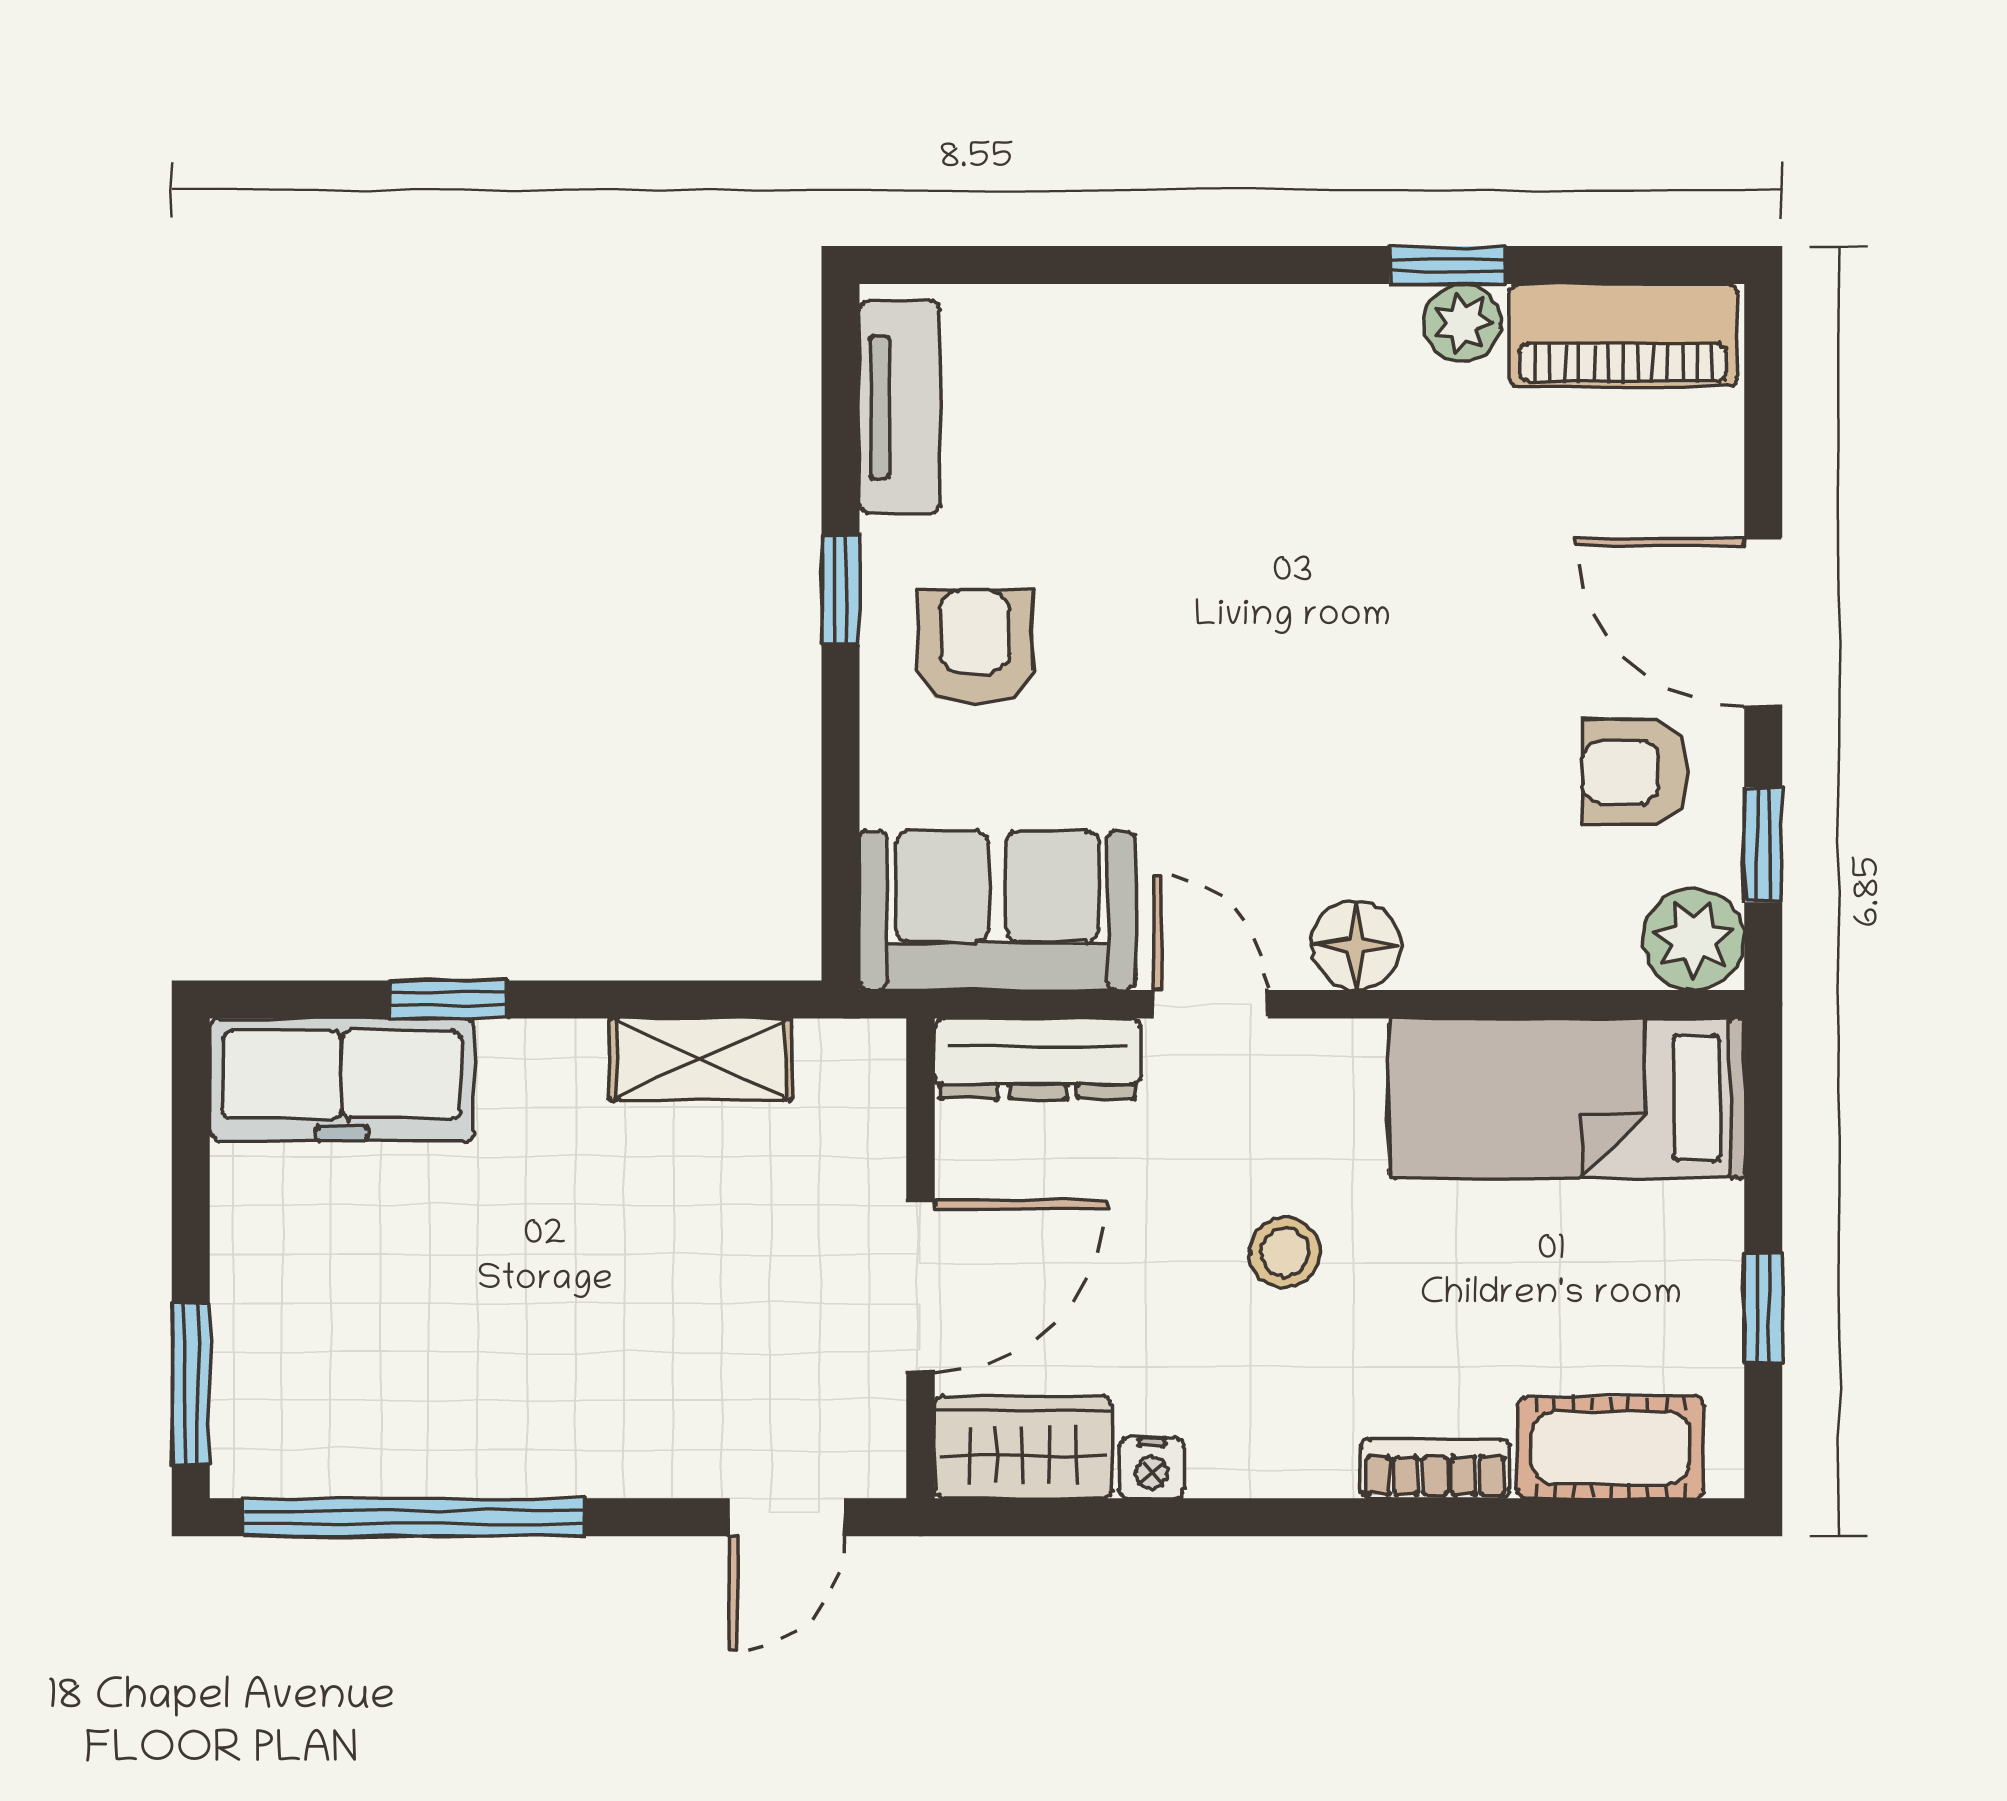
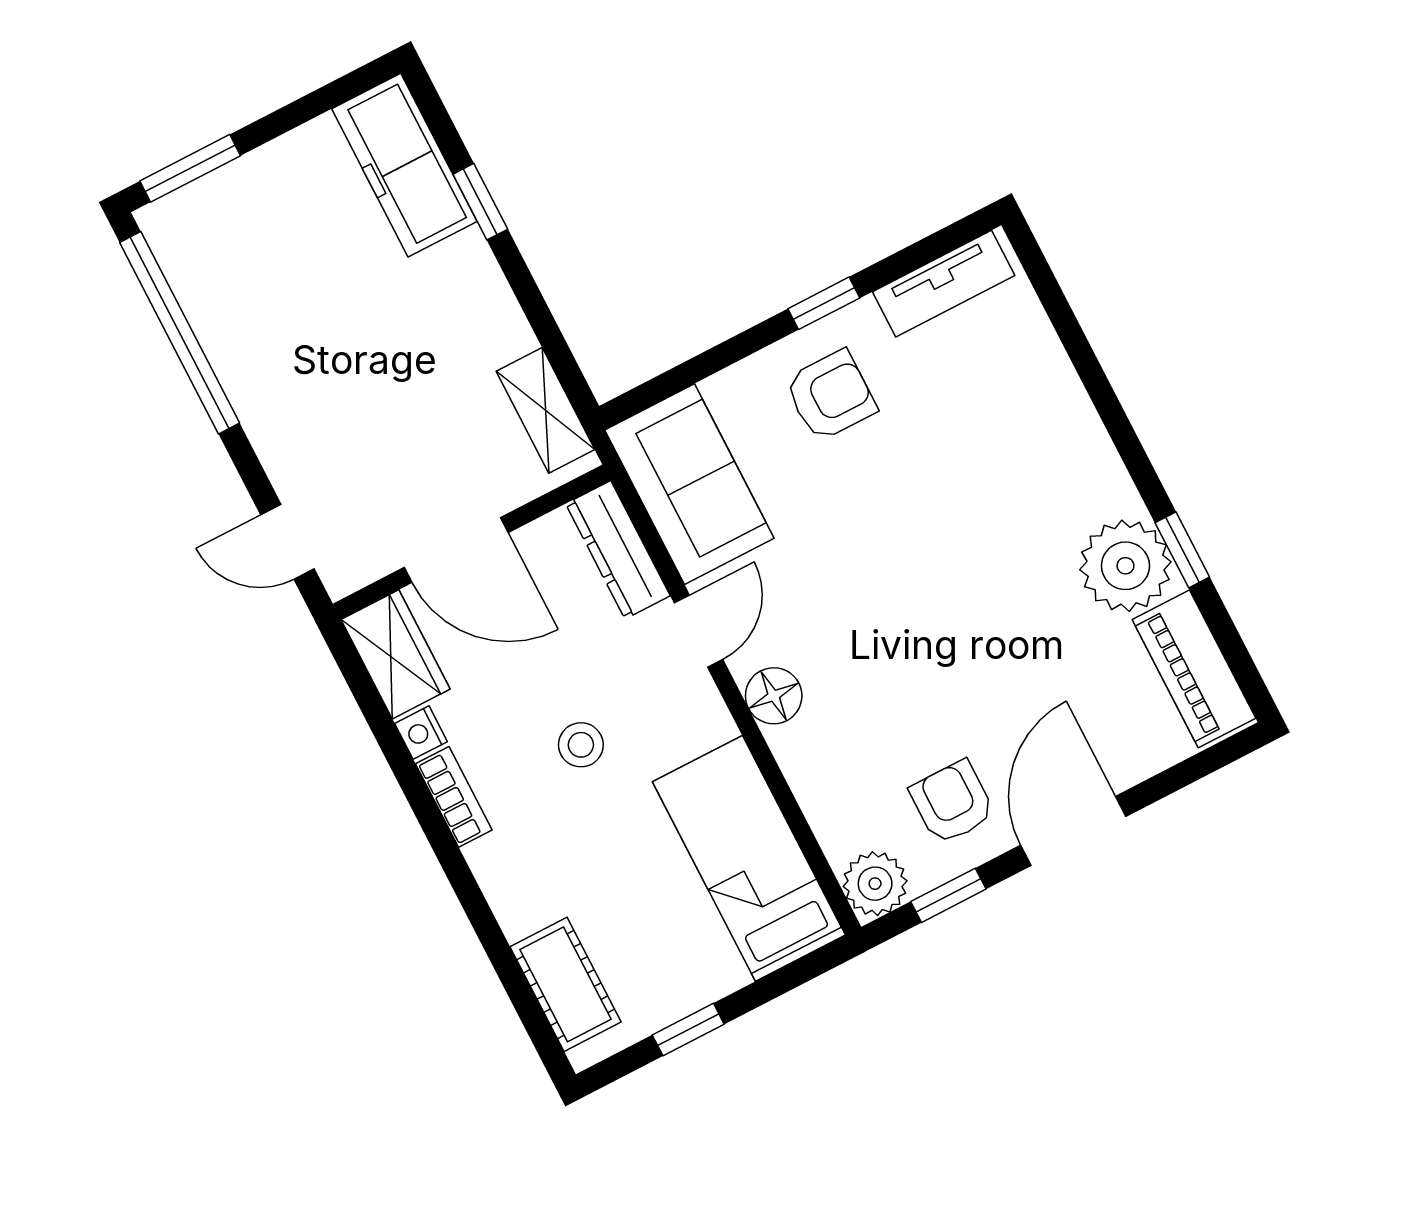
plant: (1462, 323) -> (1125, 566), width x1.88, depth x1.88
shelving: (701, 1059) -> (545, 410), moved
bookcase: (1435, 1469) -> (454, 797), moved

